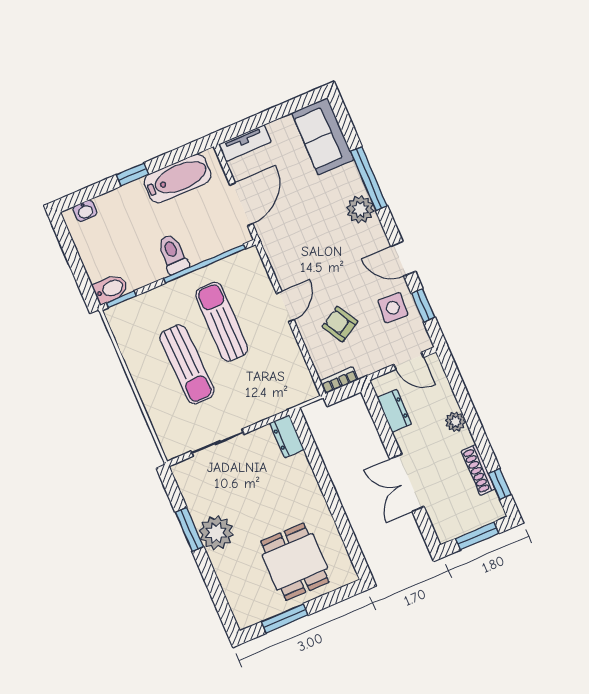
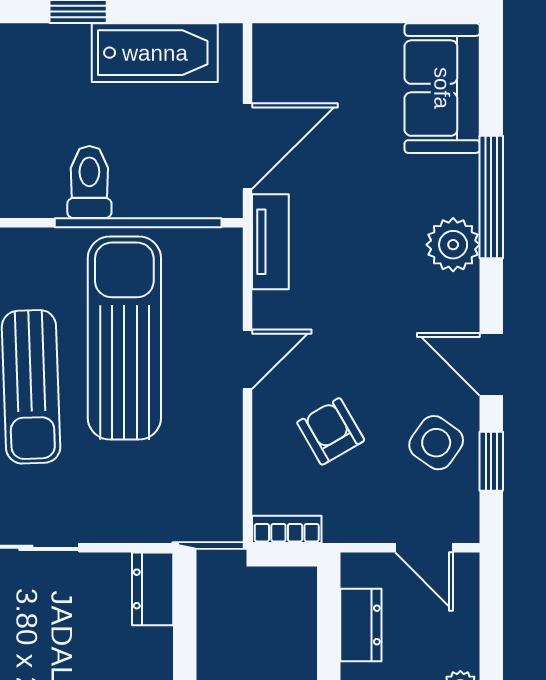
tv unit: (245, 143) -> (270, 242), moved, turned -90
side table: (393, 308) -> (436, 443), turned 31
sun lounger: (222, 322) -> (124, 338), width x1.36, depth x1.34

